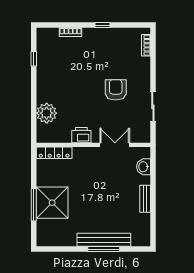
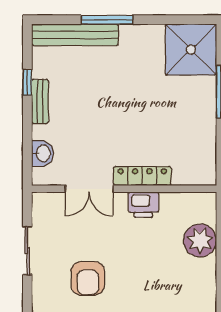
locker: (54, 153) -> (142, 176), moved
shower: (52, 203) -> (191, 50), moved
window: (153, 211) -> (27, 82), added
bench: (104, 240) -> (75, 35), moved

